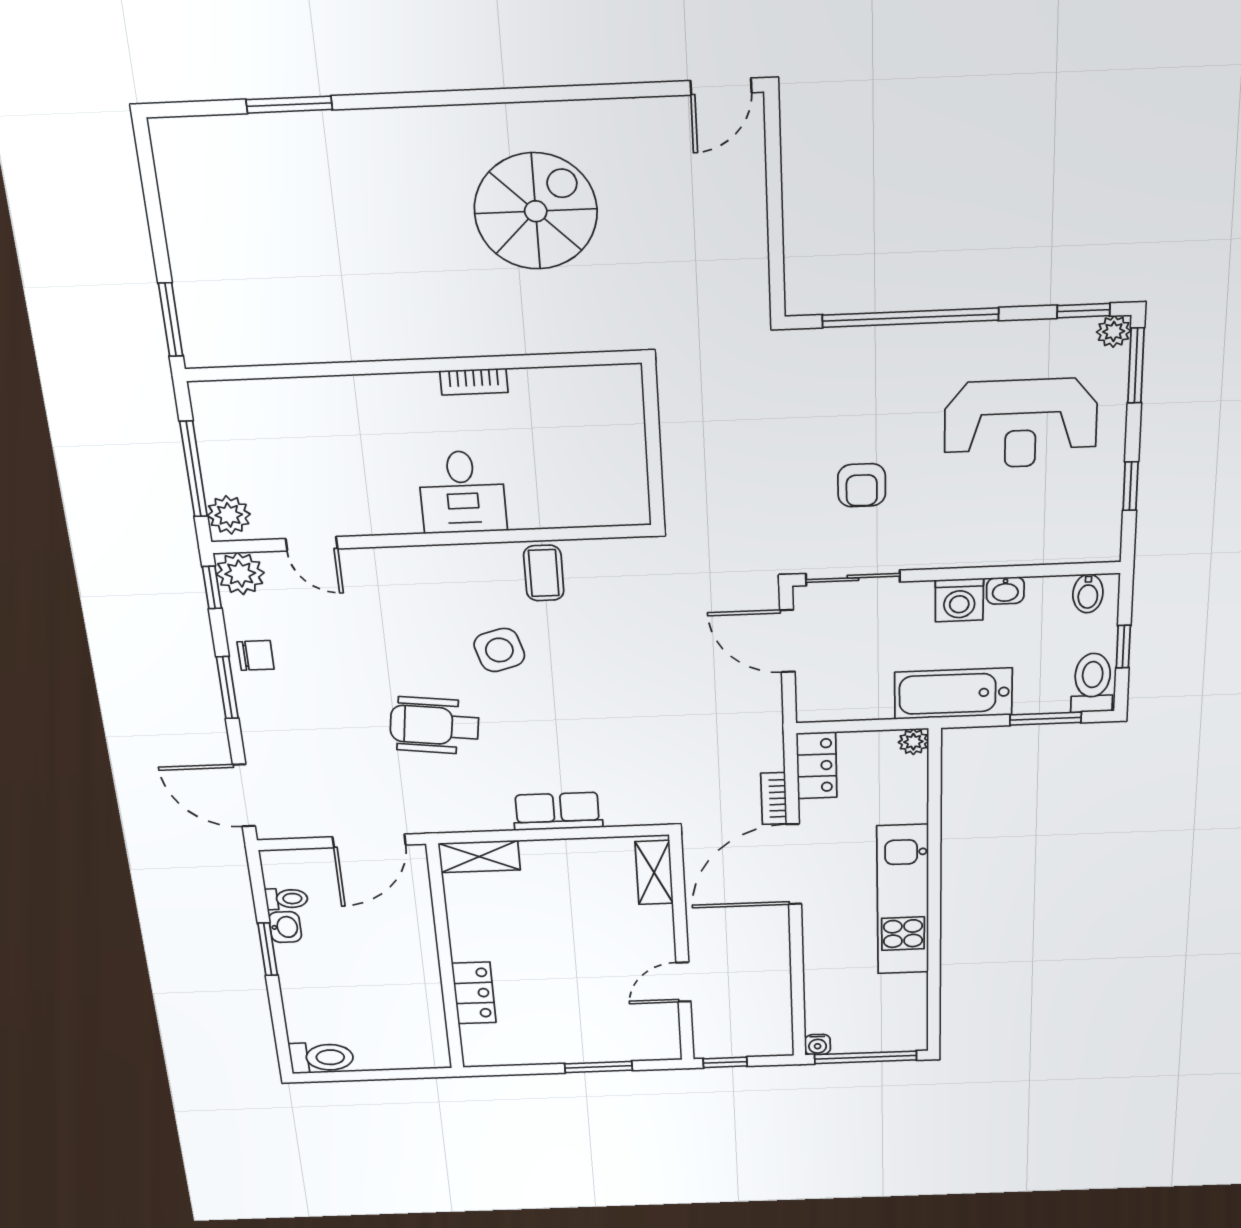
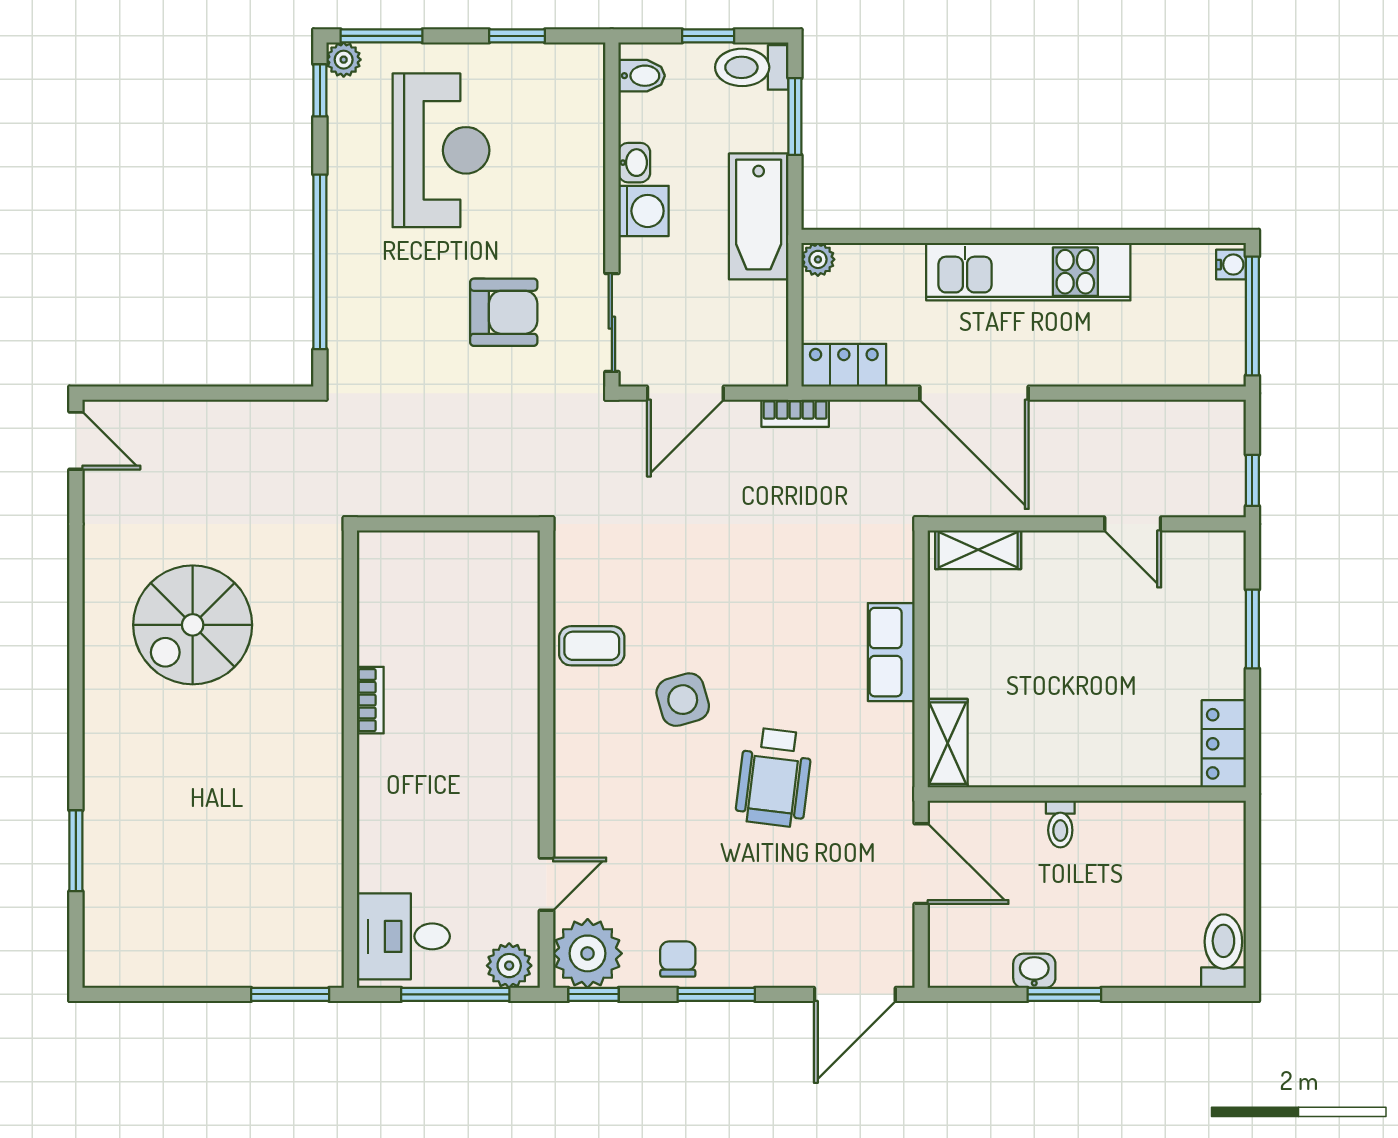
spiral stairs: (536, 211) -> (193, 625), turned -90
armchair: (862, 485) -> (504, 312), width x1.38, depth x1.38
desk: (462, 492) -> (403, 936), moved, turned 180
plant: (240, 574) -> (588, 953), width x1.36, depth x1.36
bookcase: (774, 799) -> (795, 413), moved
toilet: (287, 899) -> (1060, 824), moved, turned 180
locker: (474, 993) -> (1224, 744), moved, turned -90
water cooler: (818, 1045) -> (1231, 265), moved

